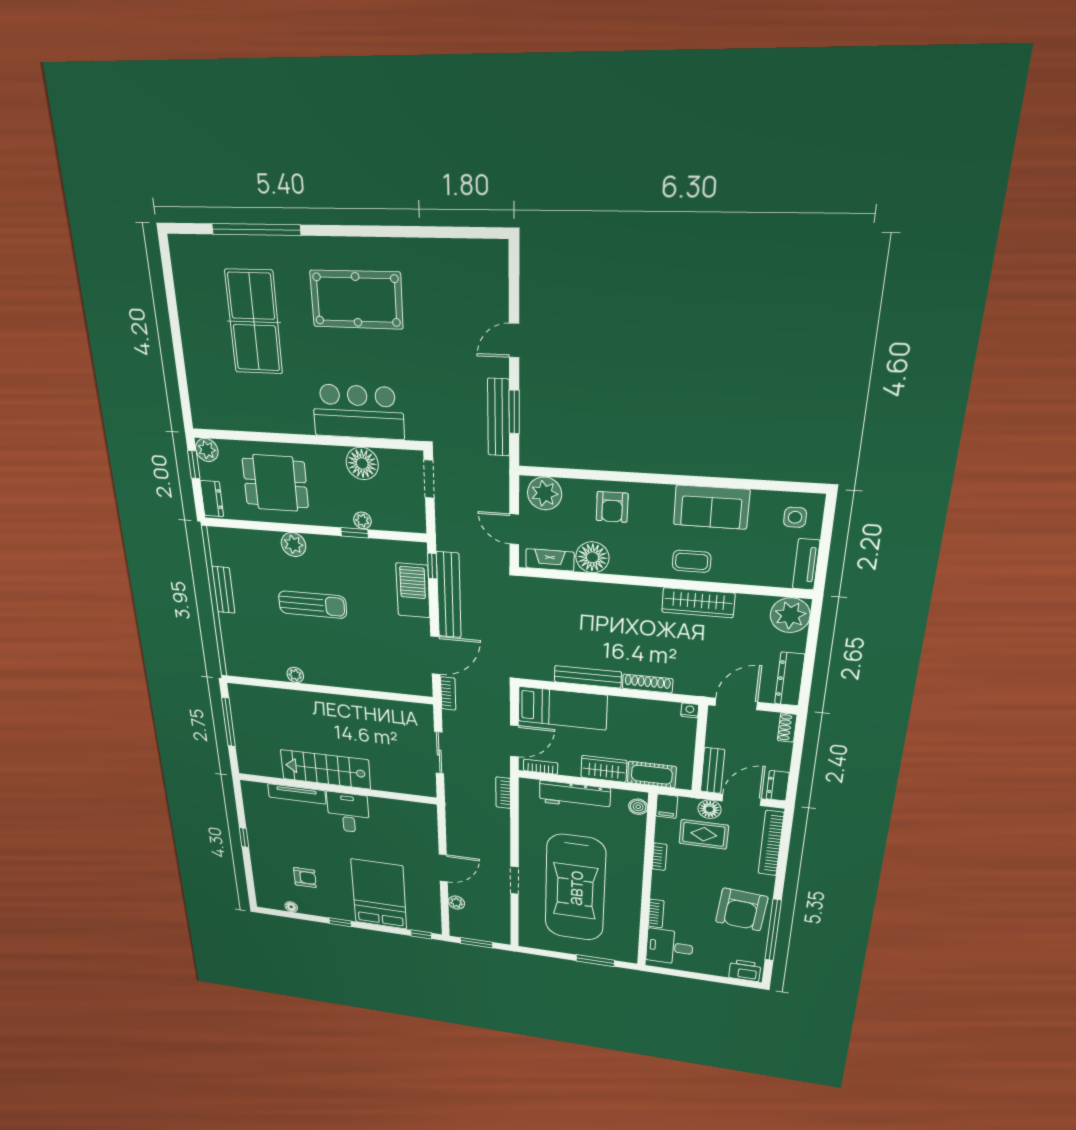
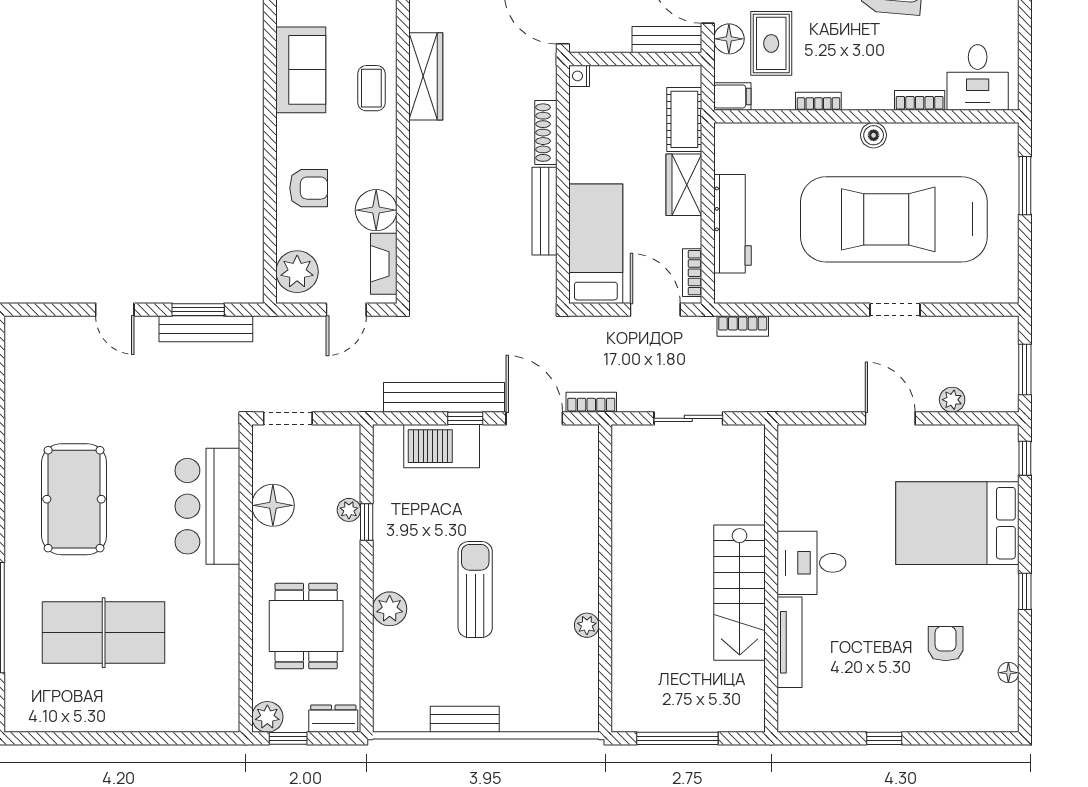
window: (432, 566) -> (465, 418), moved
boiler: (638, 807) -> (874, 135), moved
car: (575, 888) -> (894, 219), turned 180

